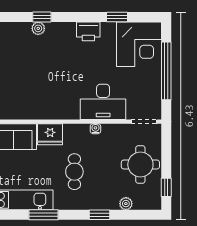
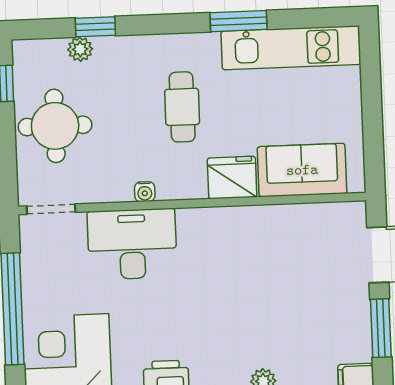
window: (100, 215) -> (95, 27), moved

